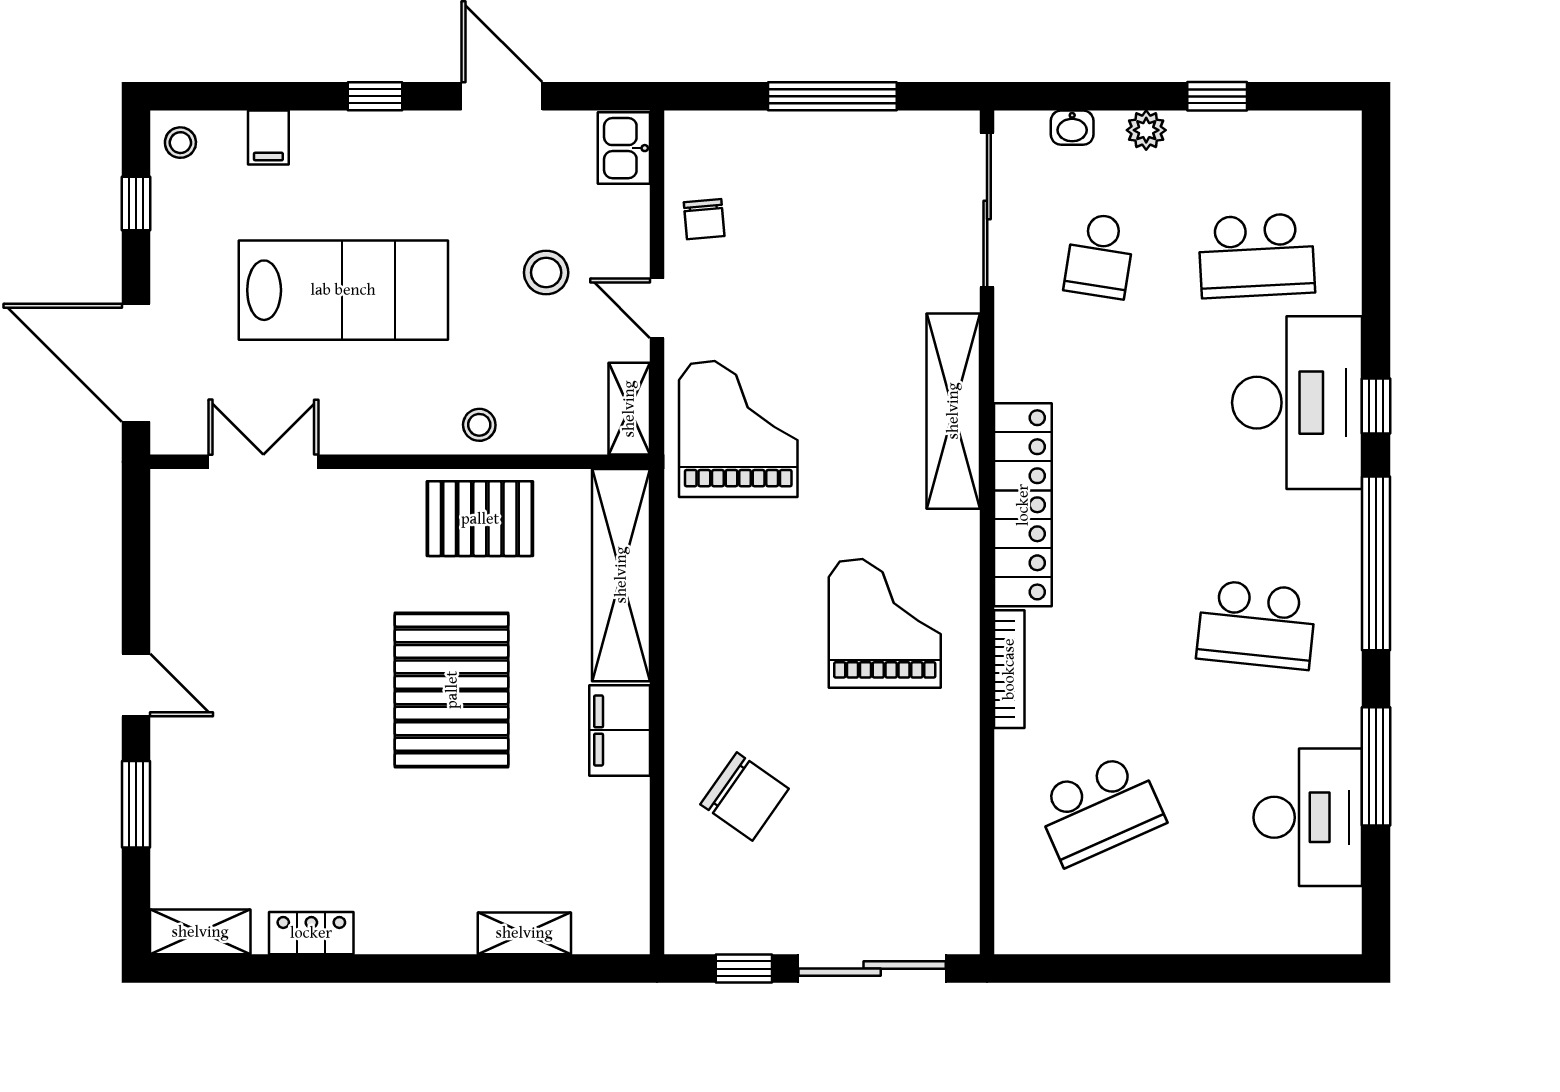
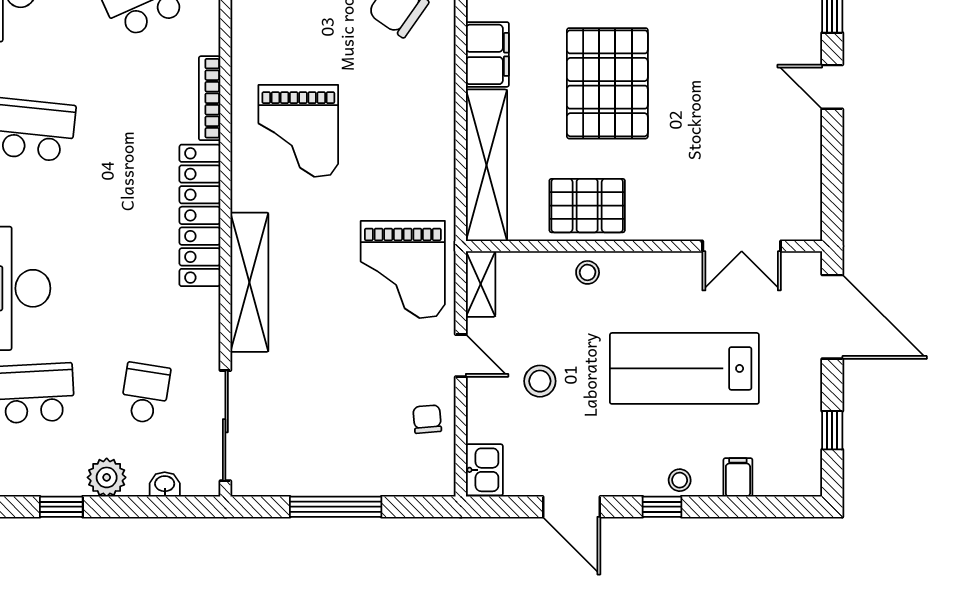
plant: (1146, 130) -> (107, 477), width x1.38, depth x1.38
stool: (180, 143) -> (680, 480), moved

